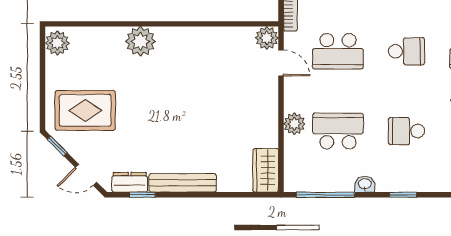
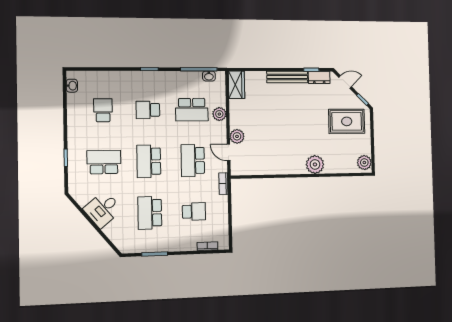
plant: (267, 38) -> (237, 136), moved
school desk: (338, 51) -> (193, 160), turned -90
school desk: (407, 51) -> (149, 161), width x1.85
school desk: (407, 131) -> (148, 110), turned 180
washbasin: (365, 184) -> (209, 76), moved

